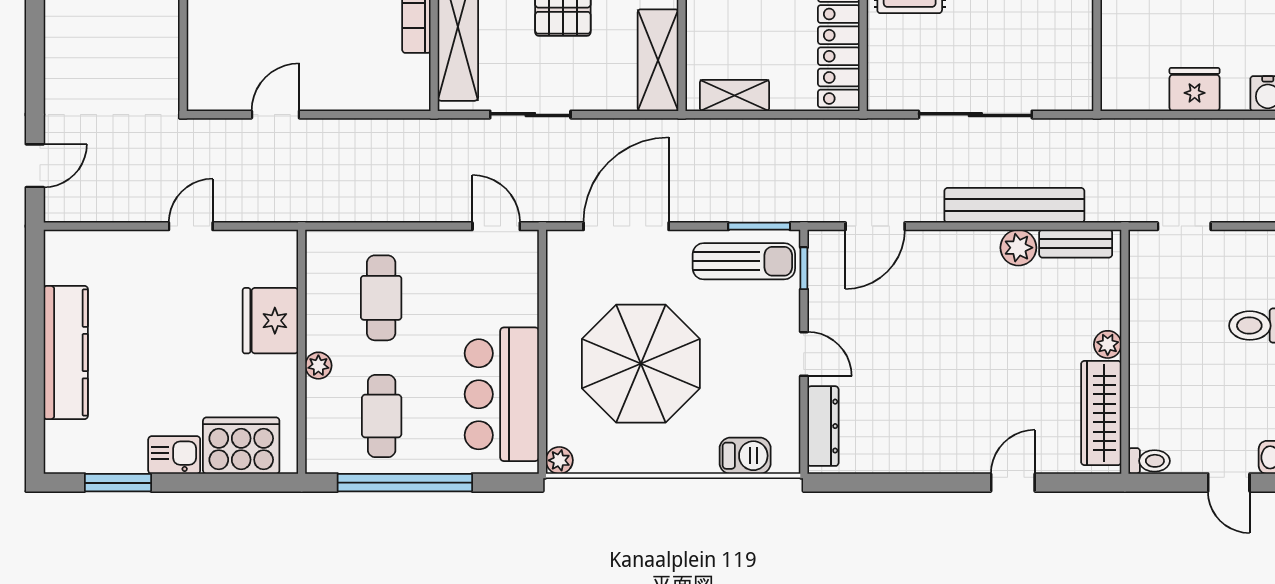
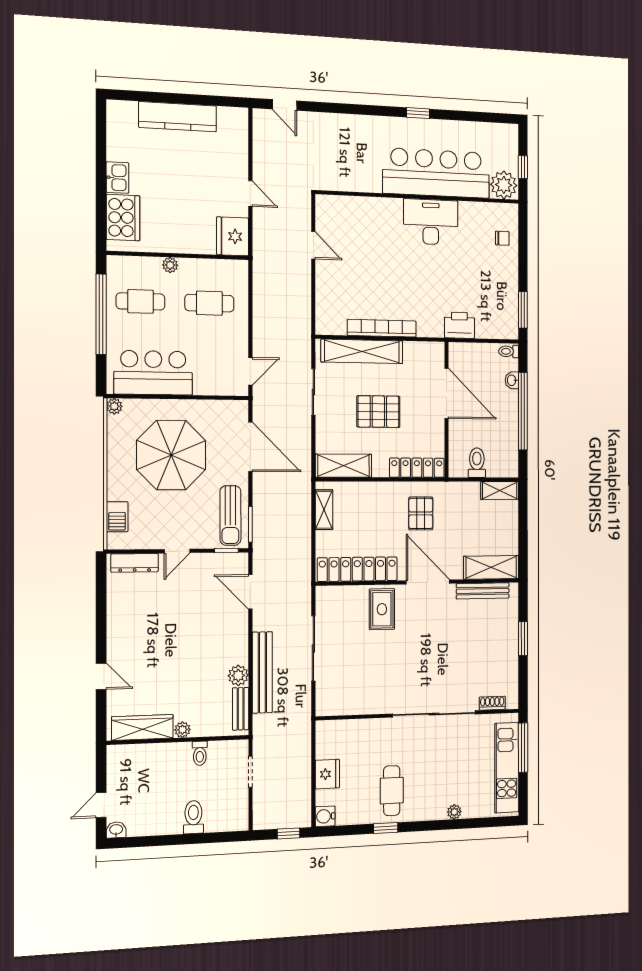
fridge: (270, 321) -> (233, 236), moved, turned -90
toilet: (1149, 461) -> (200, 753), moved
window: (118, 483) -> (101, 143), removed

